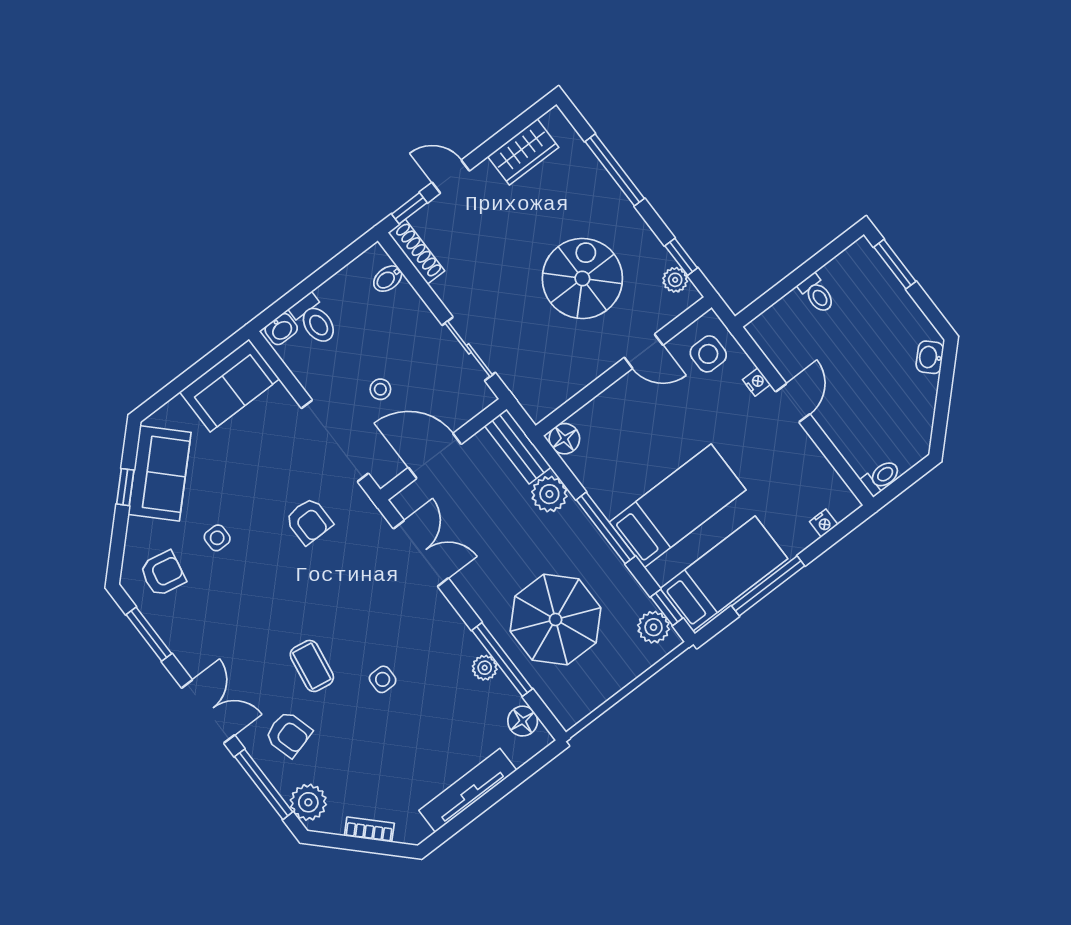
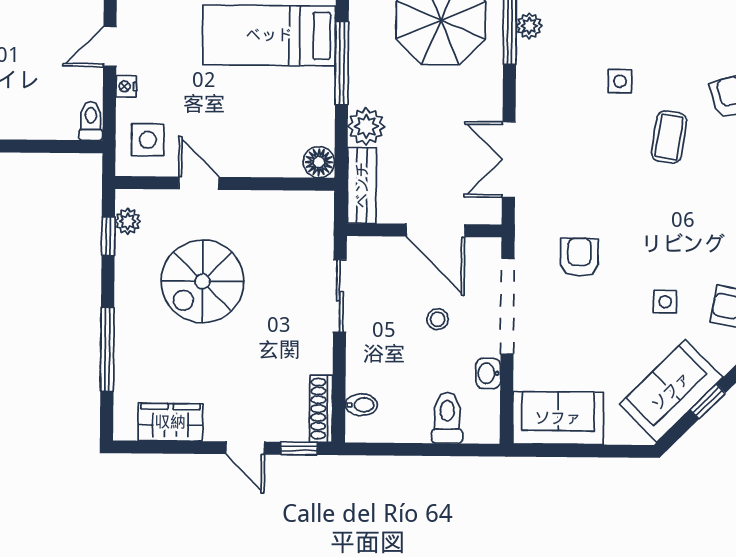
toilet: (817, 294) -> (91, 121), moved
washbasin: (281, 329) -> (488, 373), moved, turned -90

